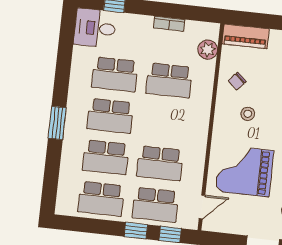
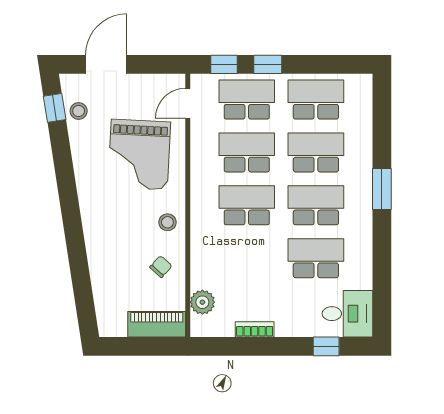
school desk: (169, 80) -> (247, 205), moved
stool: (248, 114) -> (167, 222), moved
grand piano: (244, 171) -> (139, 155), turned 93

